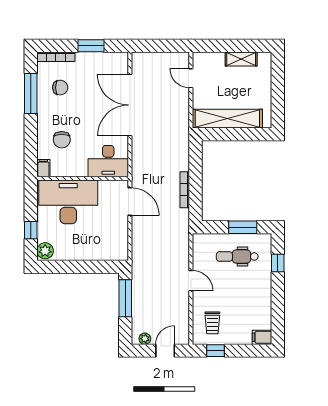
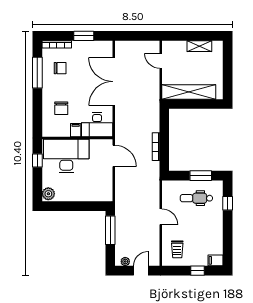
filing cabinet: (43, 168) -> (76, 130), moved
window: (31, 230) -> (37, 160), moved
window: (216, 351) -> (198, 271), moved

